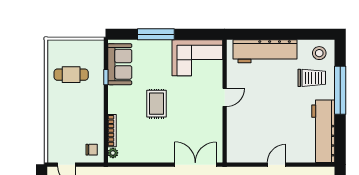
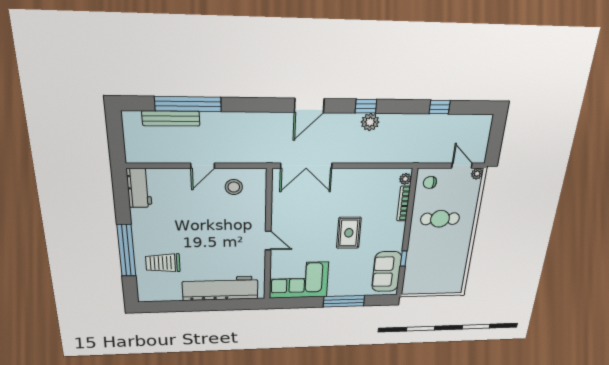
stool: (319, 53) -> (234, 187), moved
cafe table: (71, 75) -> (440, 219), moved
door: (225, 97) -> (268, 240), swing flipped
workbench: (323, 131) -> (139, 188), width x0.53, depth x0.76
plant: (52, 158) -> (477, 174), added

